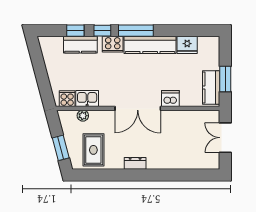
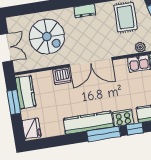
fridge: (187, 45) -> (31, 128), moved, turned 90
double door: (138, 108) -> (91, 62), swing flipped
spiral stairs: (179, 143) -> (47, 37), added

